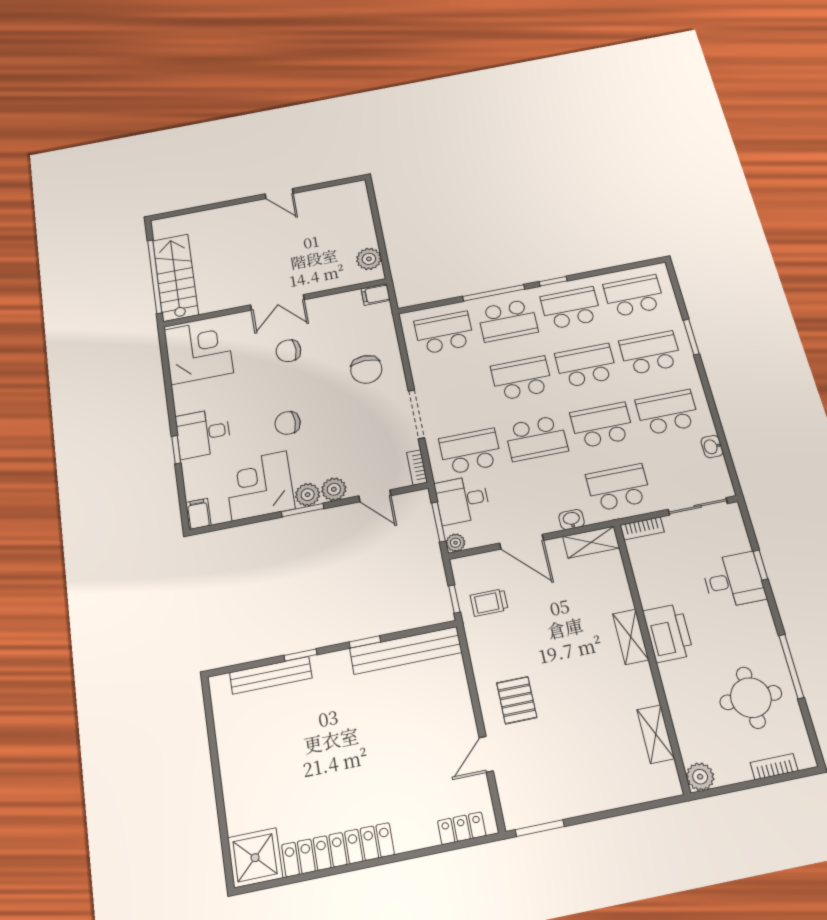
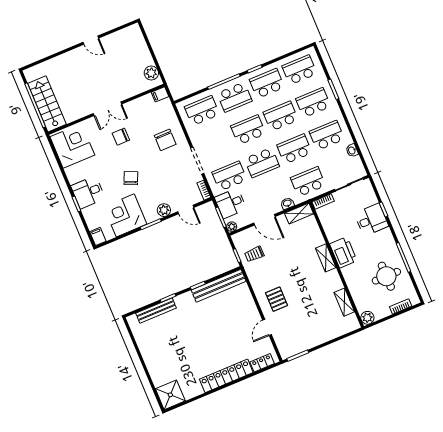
chair: (288, 423) -> (131, 178), turned 114
plant: (308, 495) -> (151, 215), removed
locker: (338, 850) -> (226, 376), moved

